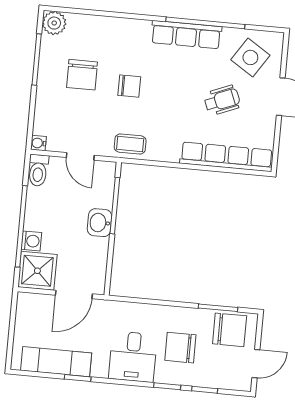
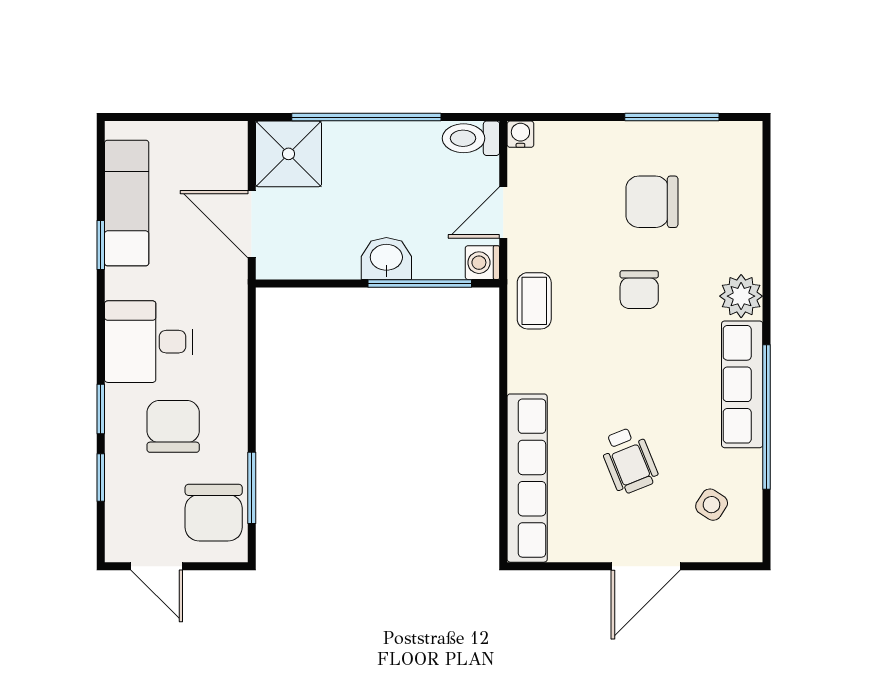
plant: (54, 23) -> (741, 296), moved
side table: (250, 57) -> (712, 505), width x0.54, depth x0.54
washing machine: (31, 241) -> (482, 263), moved, turned 90

